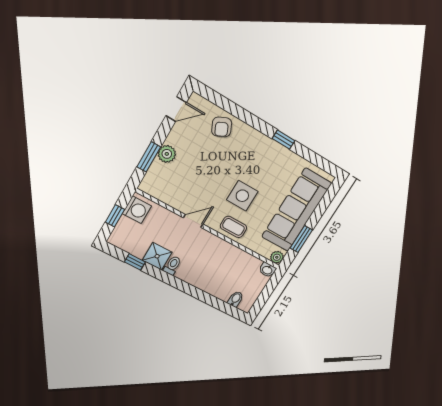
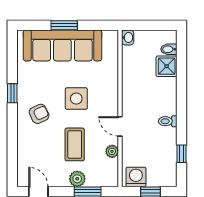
armchair: (222, 127) -> (39, 114), moved
coffee table: (233, 227) -> (75, 144), moved, width x1.36, depth x1.30
window: (301, 239) -> (64, 25), moved
shower: (157, 256) -> (167, 66), moved
plant: (277, 257) -> (112, 151), moved

